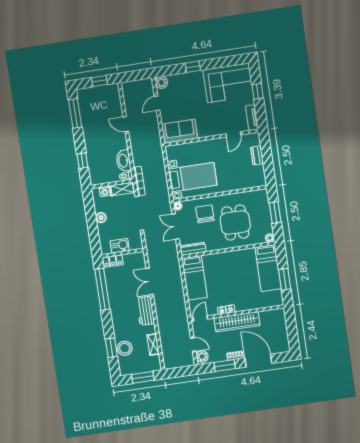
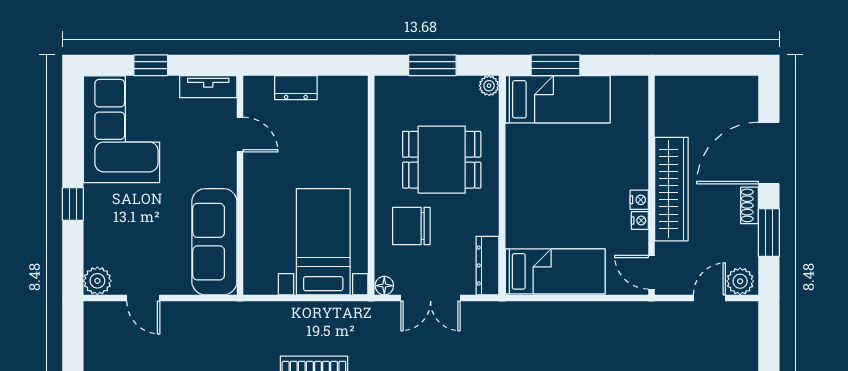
sofa: (180, 131) -> (214, 242), width x1.36
window: (285, 279) -> (555, 65), moved

